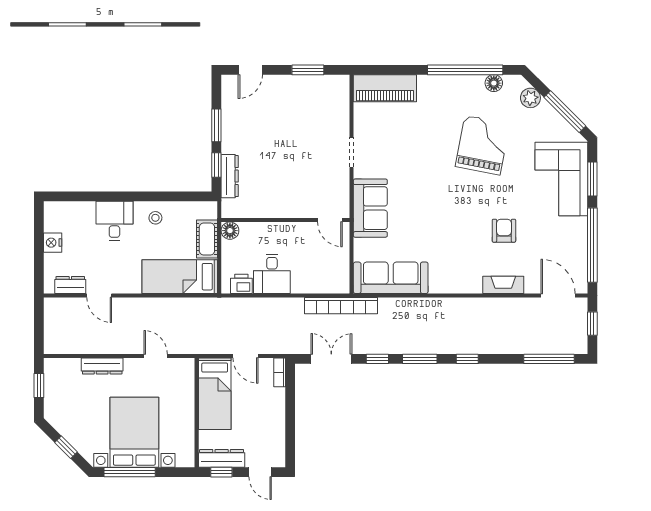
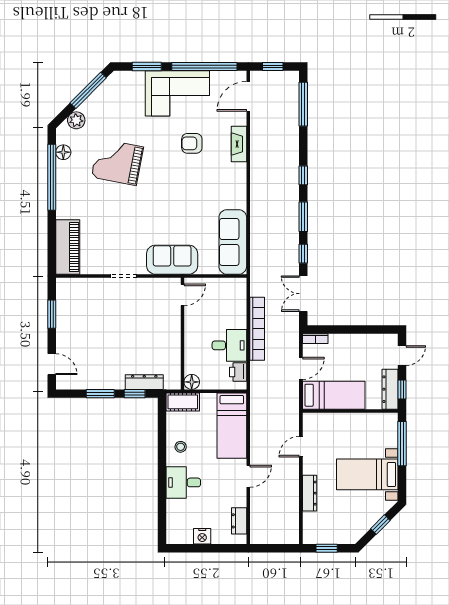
corner sofa: (561, 179) -> (177, 93), moved
cot: (207, 239) -> (183, 402), moved
door: (99, 296) -> (248, 476), moved
bookcase: (341, 306) -> (257, 329), moved
bed with nightstands: (134, 432) -> (367, 474), width x0.73
window: (130, 472) -> (402, 444), moved

